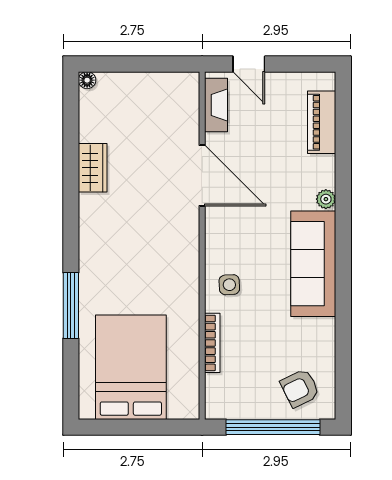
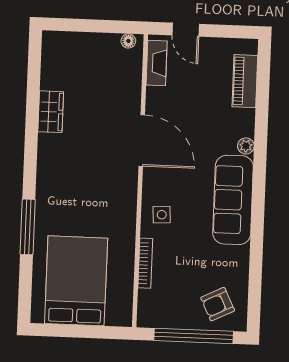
floor lamp: (87, 80) -> (128, 41), moved
door: (202, 175) -> (142, 141), moved

